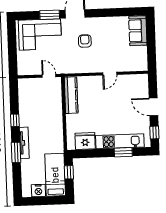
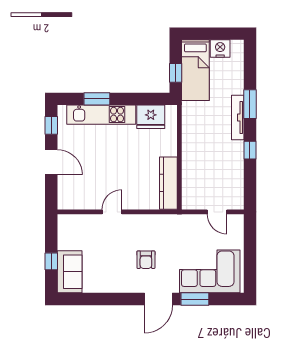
window: (151, 38) -> (51, 261), added
door: (49, 76) -> (217, 212), moved

